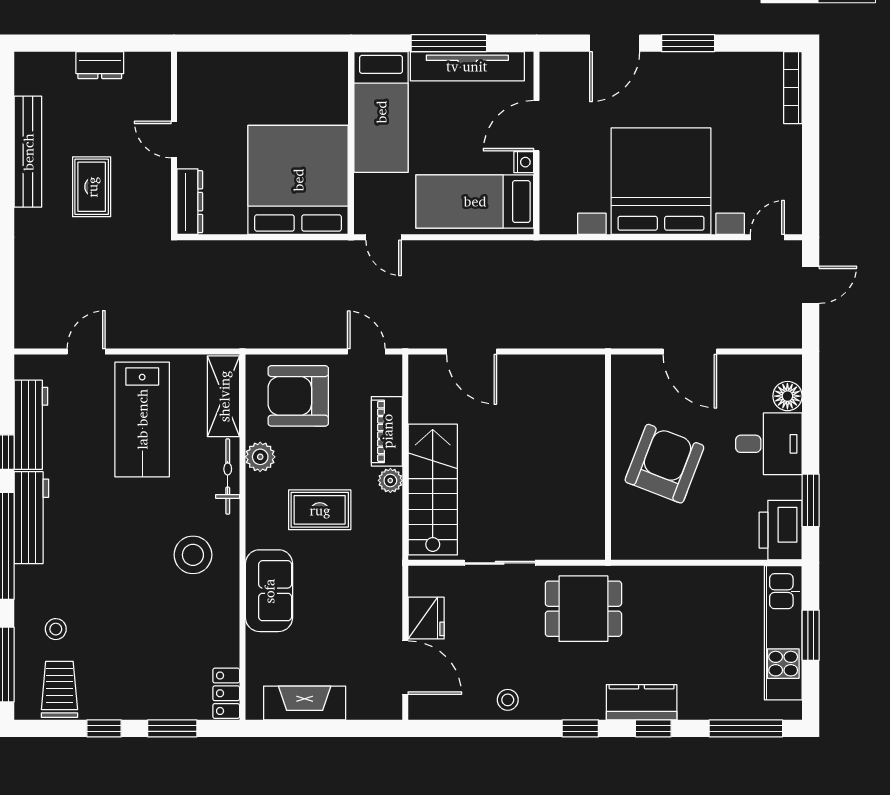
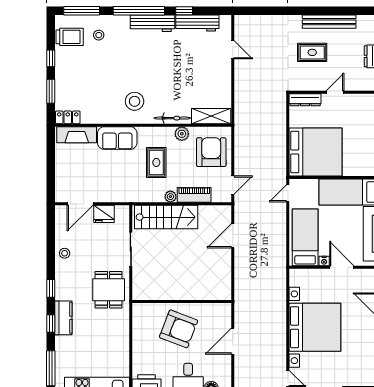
lab bench: (142, 419) -> (200, 77), removed
fireplace: (305, 703) -> (77, 135), moved, turned 90

